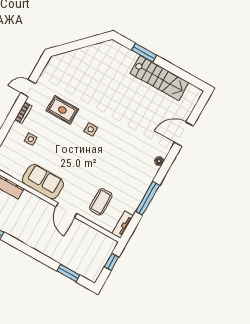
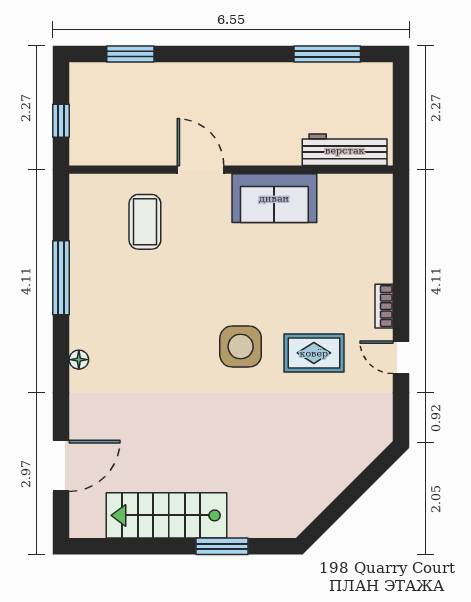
door: (28, 88) -> (401, 357), swing flipped
side table: (91, 129) -> (241, 347), width x1.87, depth x1.87
door: (184, 134) -> (61, 466), moved
side table: (31, 139) -> (342, 265), removed
tv unit: (123, 225) -> (80, 202), removed

